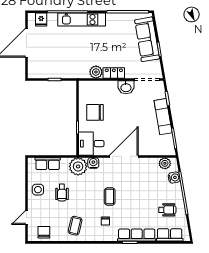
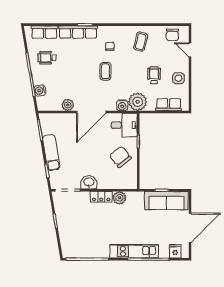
sofa: (147, 39) -> (166, 201), moved, turned 100
chair: (95, 112) -> (120, 157), turned -128
plant: (165, 163) -> (68, 105), moved
door: (27, 217) -> (190, 50), swing flipped

